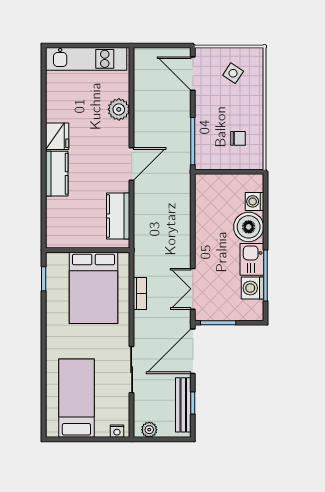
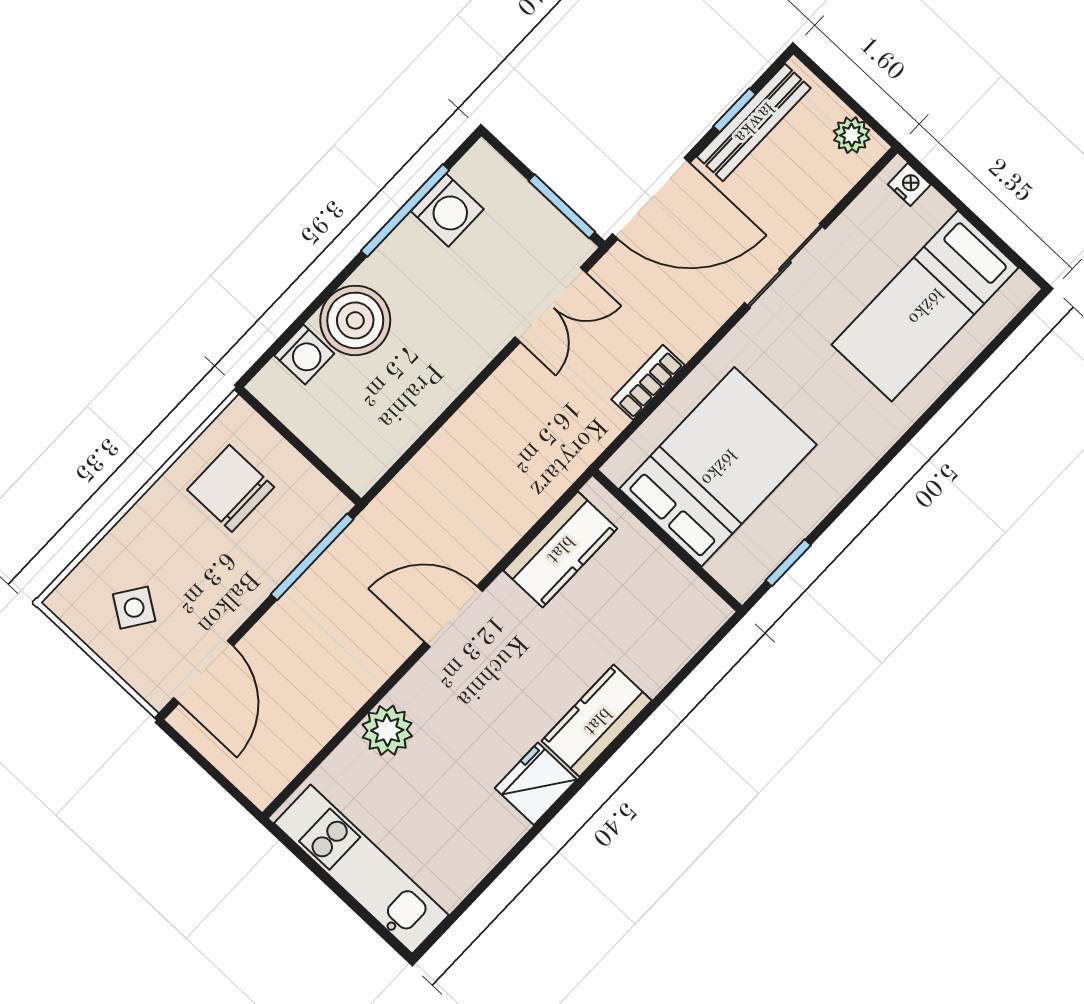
chair: (238, 138) -> (231, 488), width x1.87, depth x1.87
kitchen sink: (252, 259) -> (402, 260), removed

